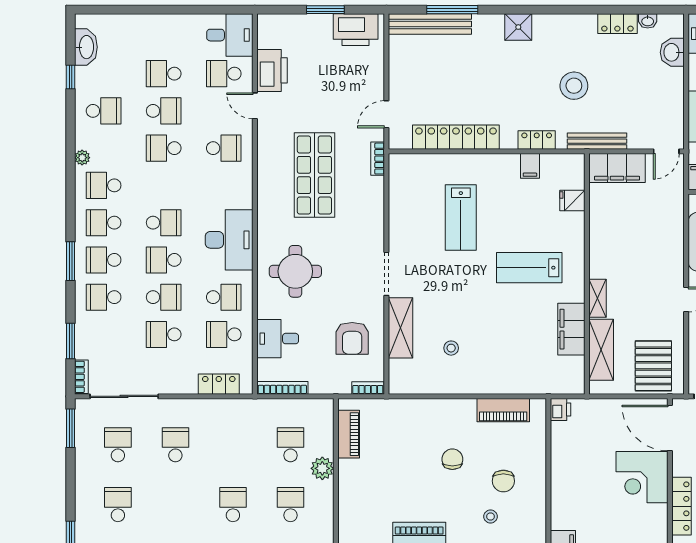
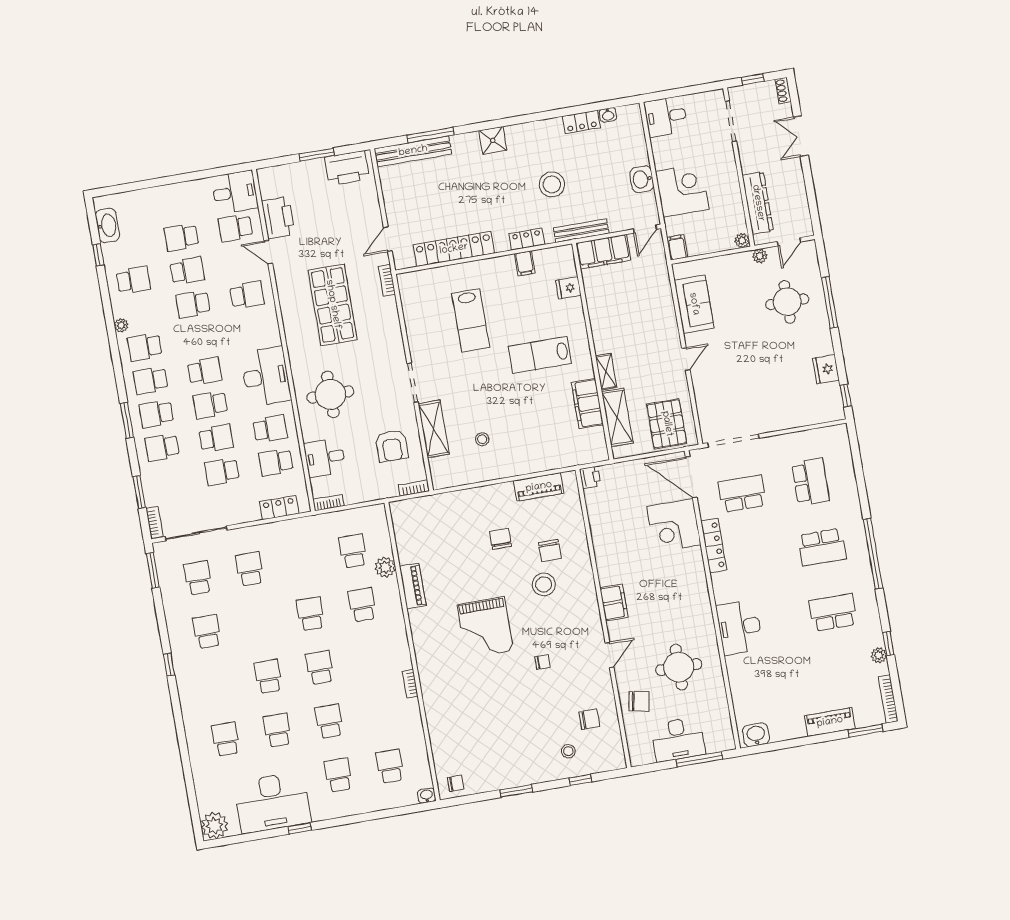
washbasin: (672, 52) -> (642, 179), moved
bookcase: (282, 388) -> (328, 503), width x0.64
piano: (349, 434) -> (413, 586), moved
stool: (491, 517) -> (544, 584), width x1.89, depth x1.89

